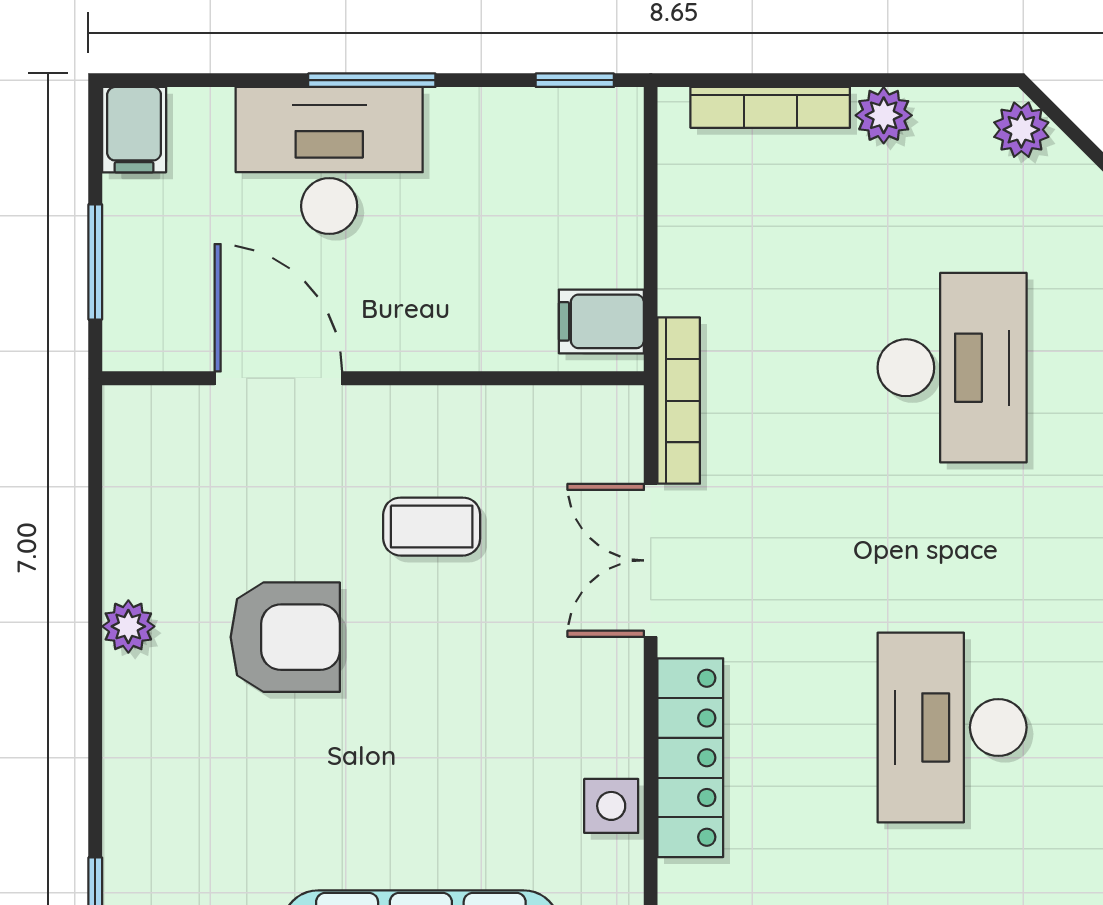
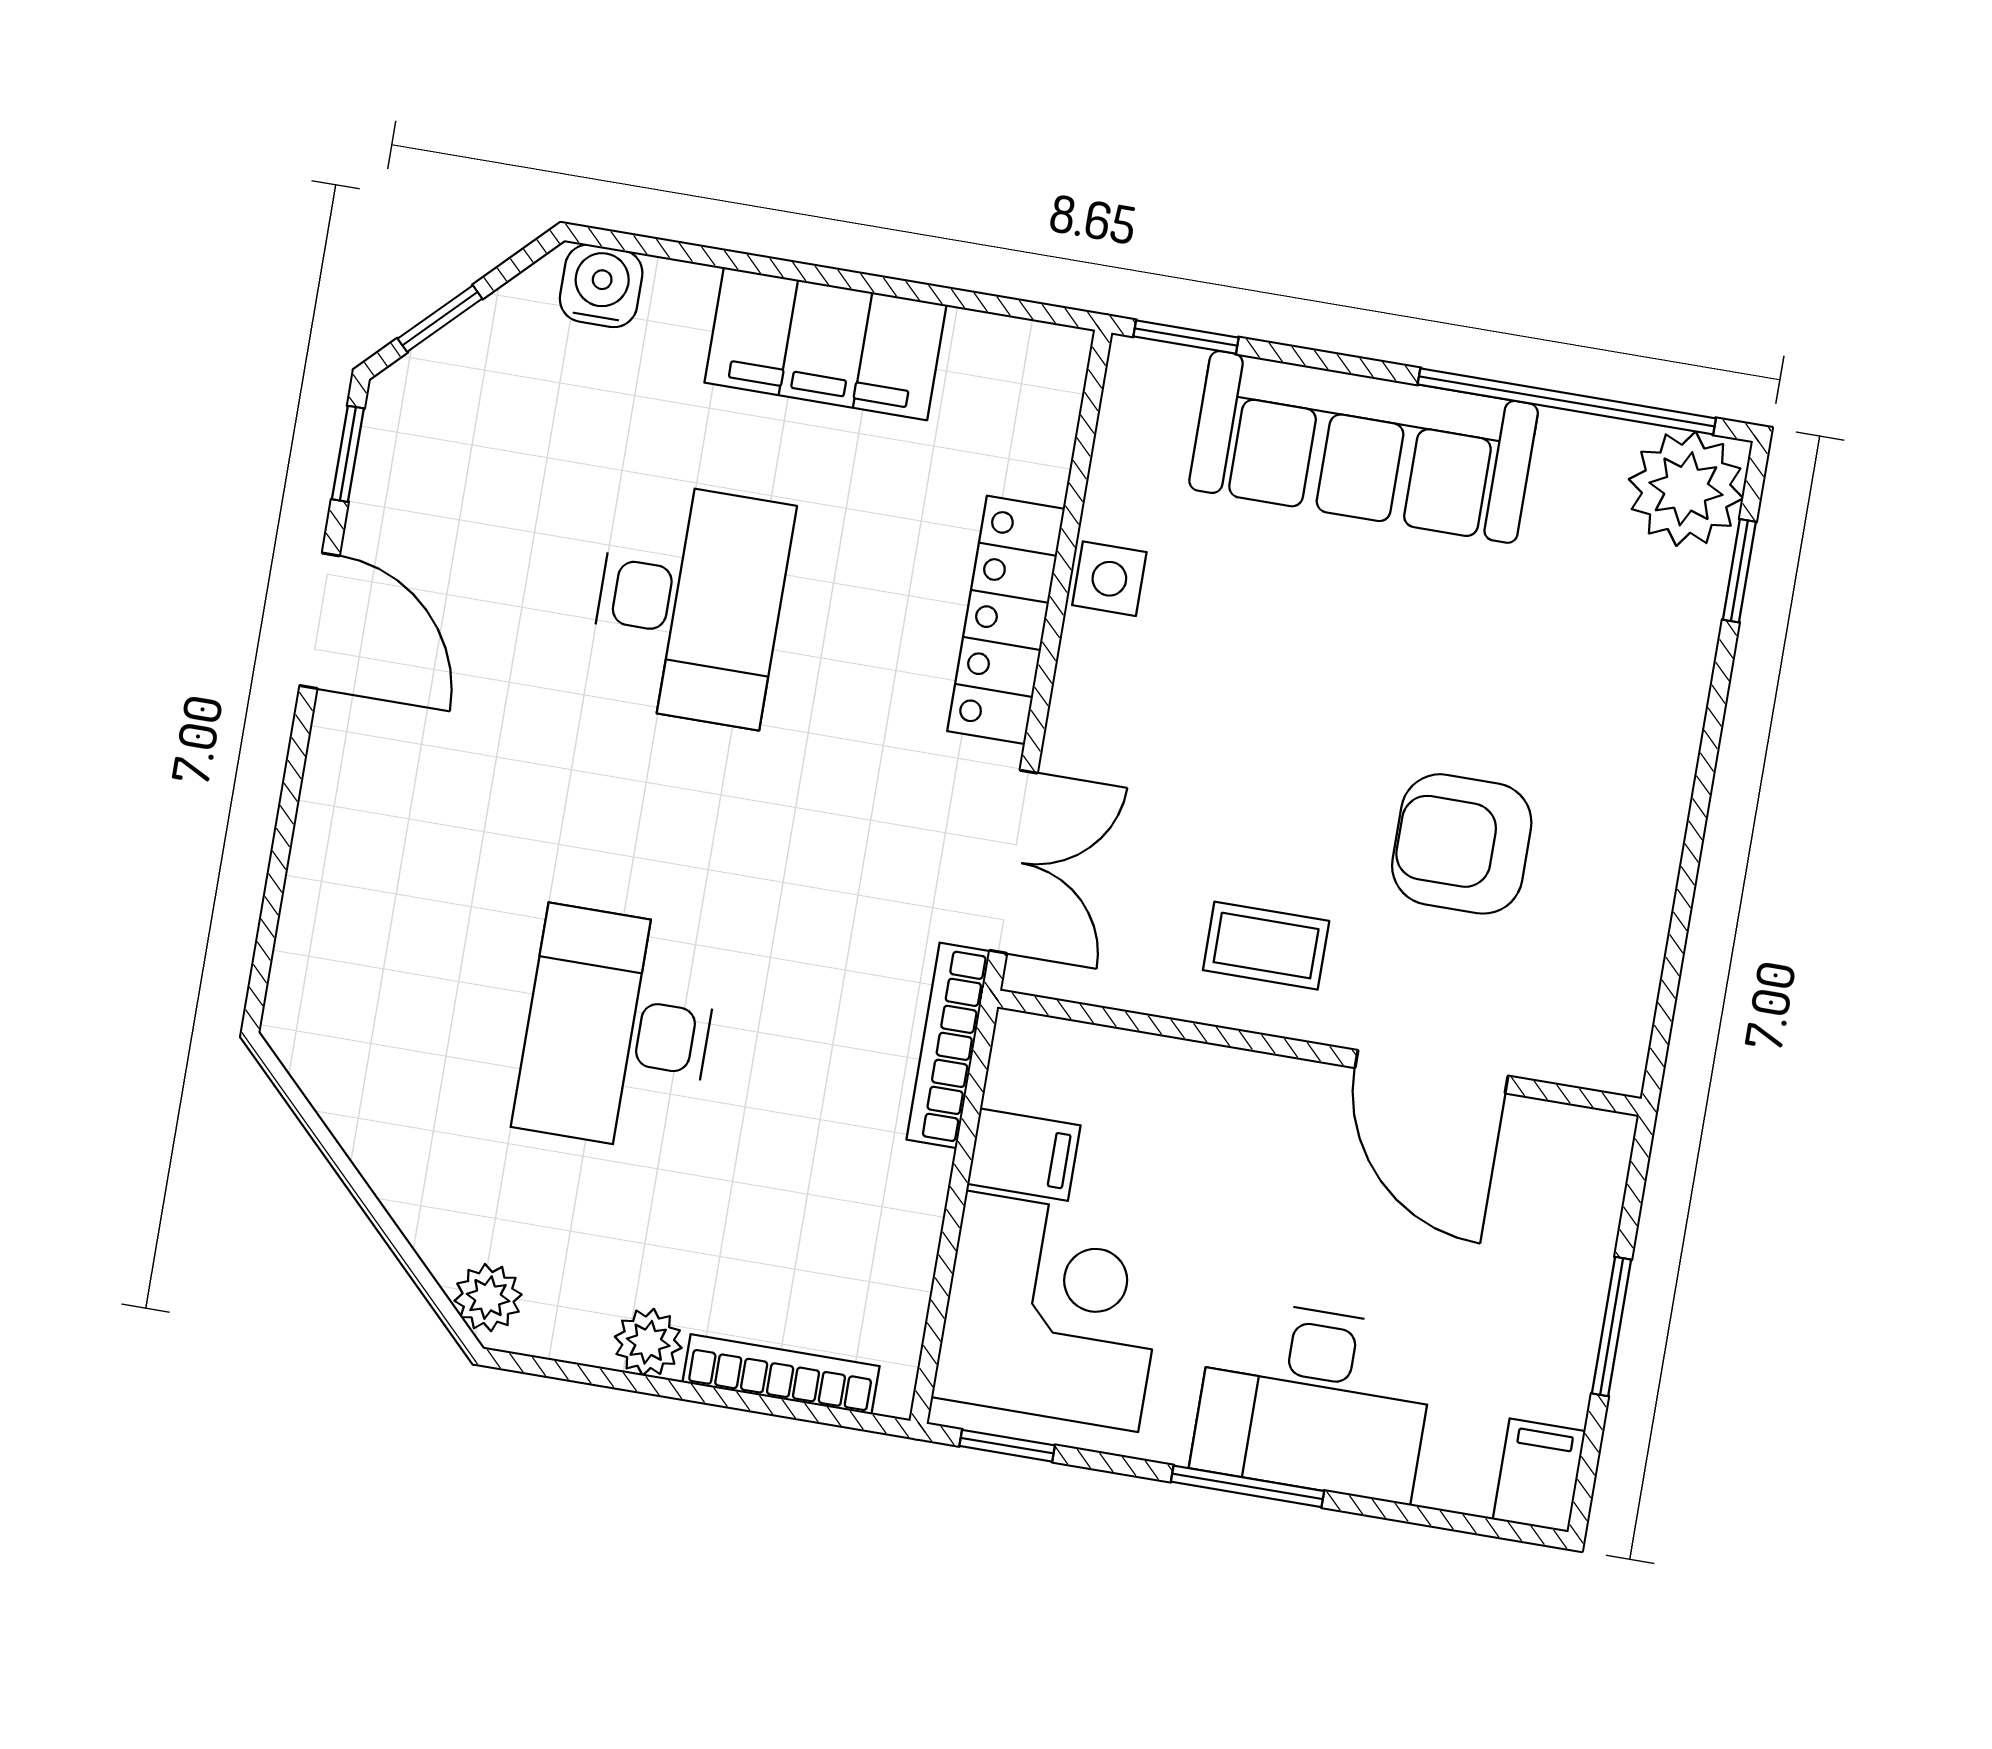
corner desk: (557, 197) -> (1052, 1311), added
door: (278, 378) -> (1432, 1072), moved
wall: (373, 378) -> (1319, 1053), moved
plant: (128, 626) -> (1645, 888), removed

